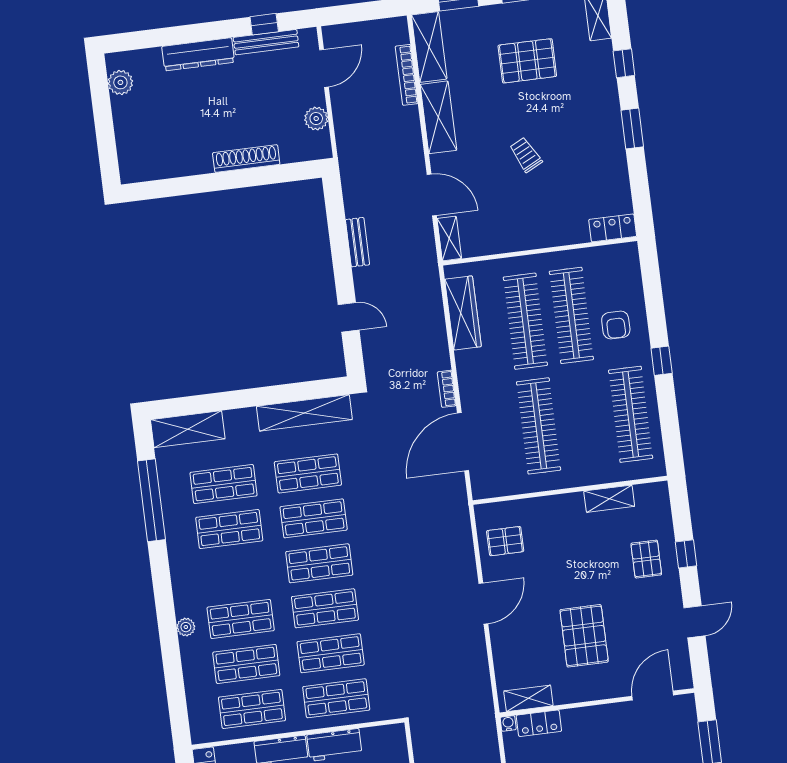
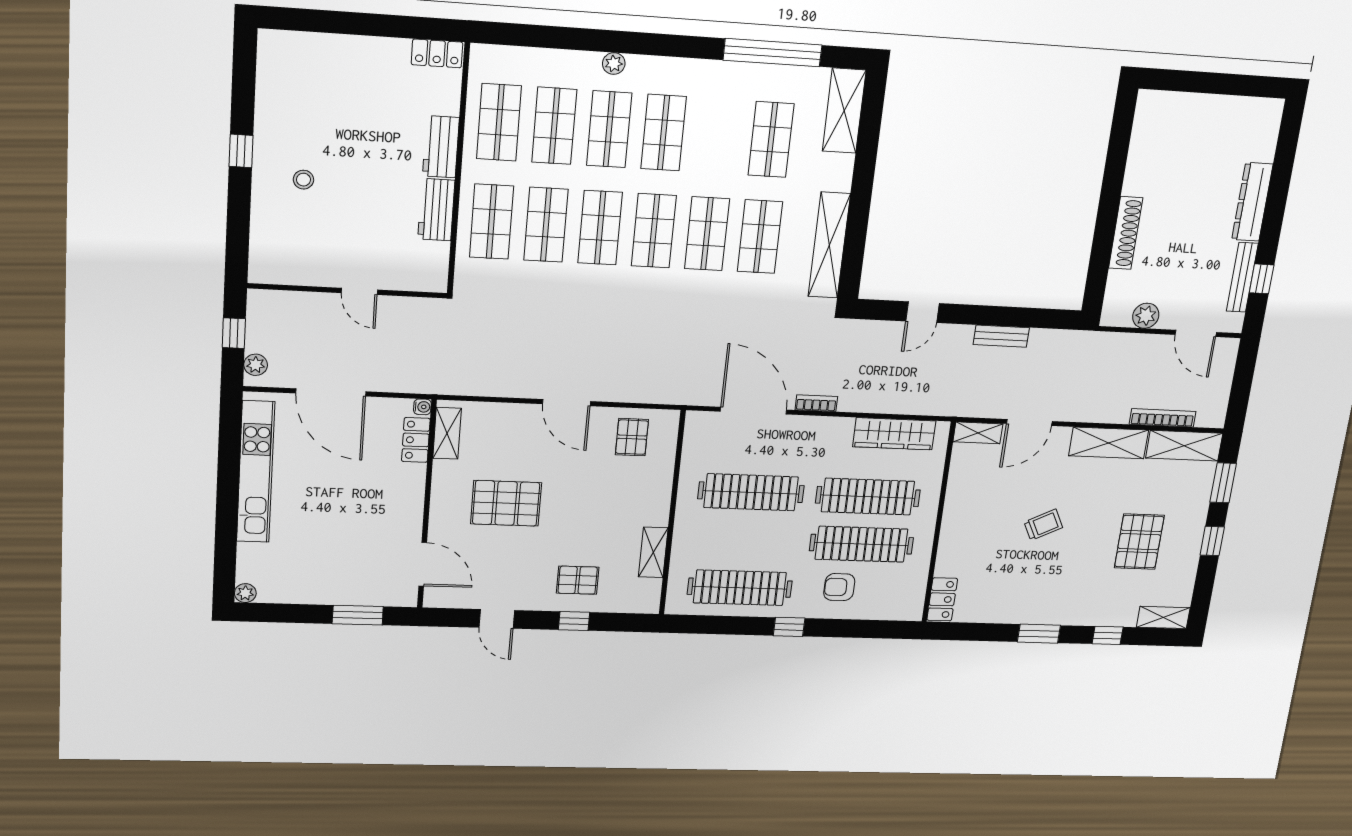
plant: (120, 82) -> (1249, 111), removed
shop shelf: (229, 529) -> (664, 133), moved

